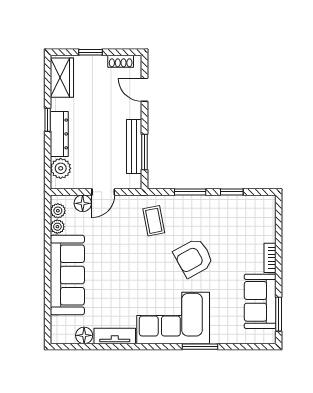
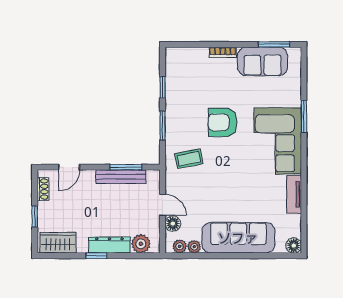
armchair: (193, 258) -> (223, 122), turned 119
floor lamp: (84, 335) -> (294, 245), moved

